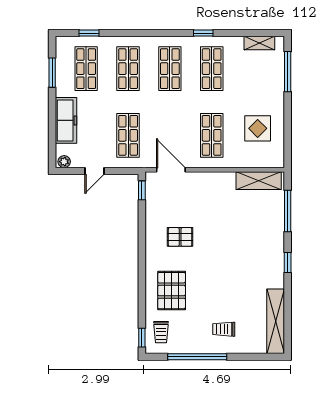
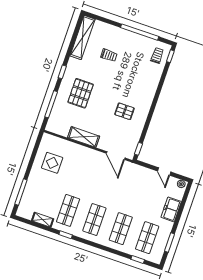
shelving: (259, 43) -> (43, 220), moved
freezer: (66, 120) -> (171, 209), width x0.71
shop shelf: (128, 135) -> (135, 187), removed
shop shelf: (212, 135) -> (83, 168), removed
door: (94, 171) -> (164, 171), swing flipped
shelving: (259, 181) -> (84, 137), moved
pallet: (172, 291) -> (81, 93), moved
trolley: (224, 329) -> (109, 55), moved

